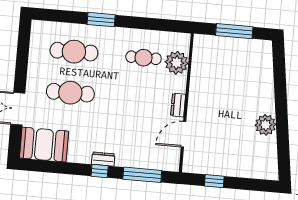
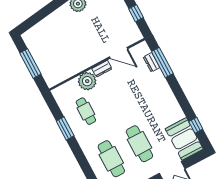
window: (101, 20) -> (65, 128), moved
plant: (177, 63) -> (87, 81), moved
dresser: (103, 159) -> (151, 62), moved
window: (100, 171) -> (196, 125), moved

